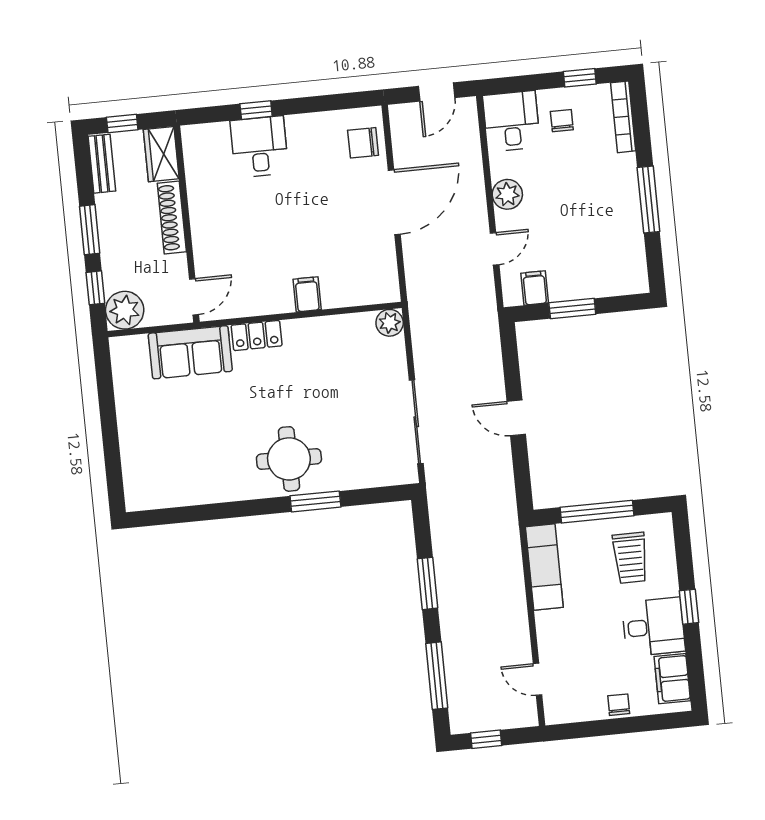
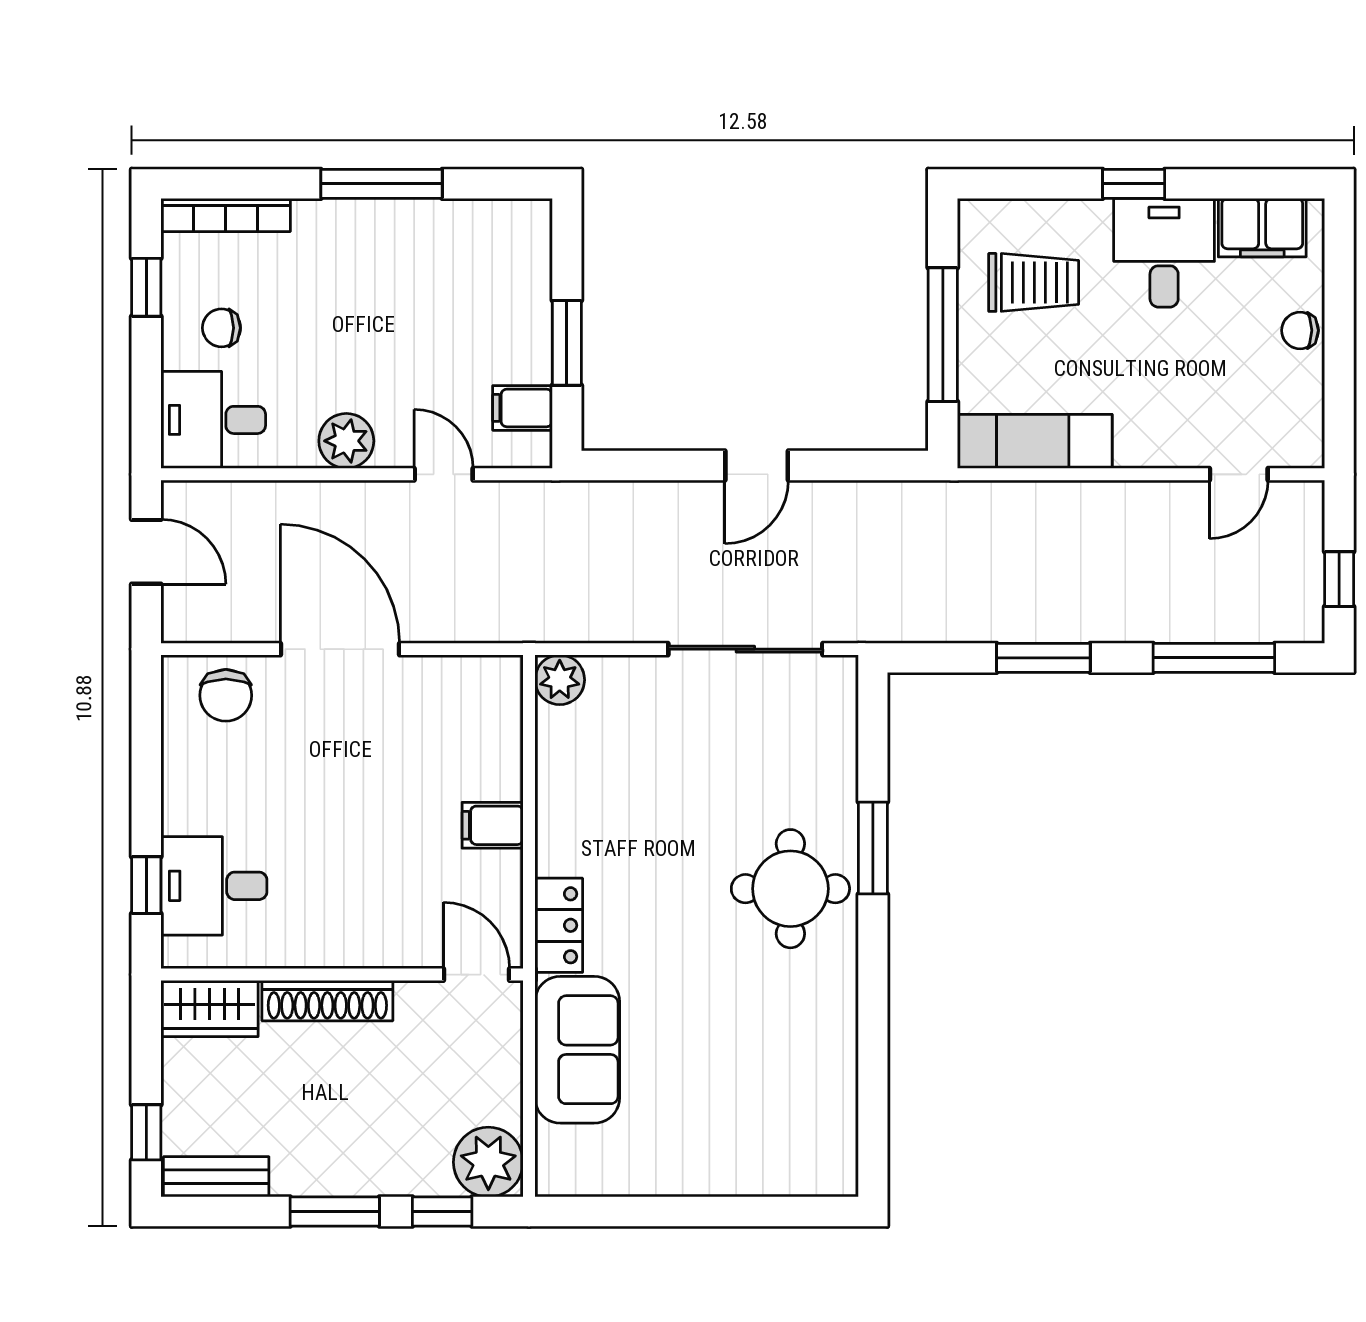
wardrobe: (161, 154) -> (209, 1009), moved
shoe rack: (172, 217) -> (327, 1001), moved
wall: (187, 224) -> (342, 975), moved
door: (194, 297) -> (476, 975), moved

